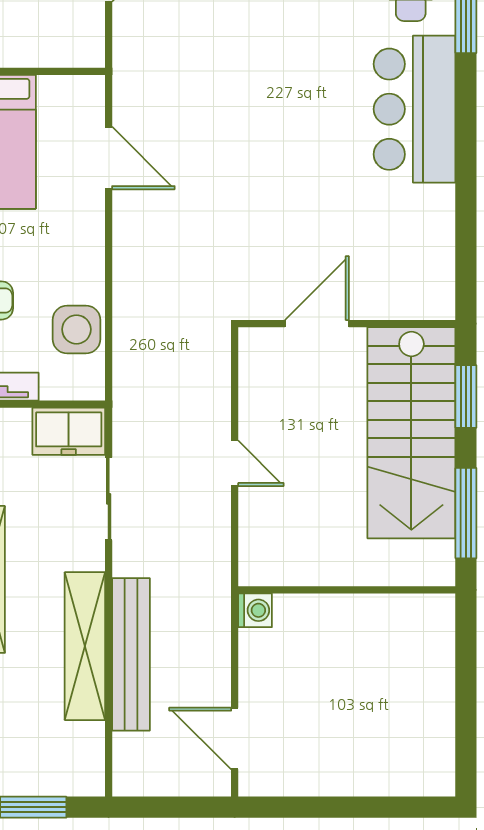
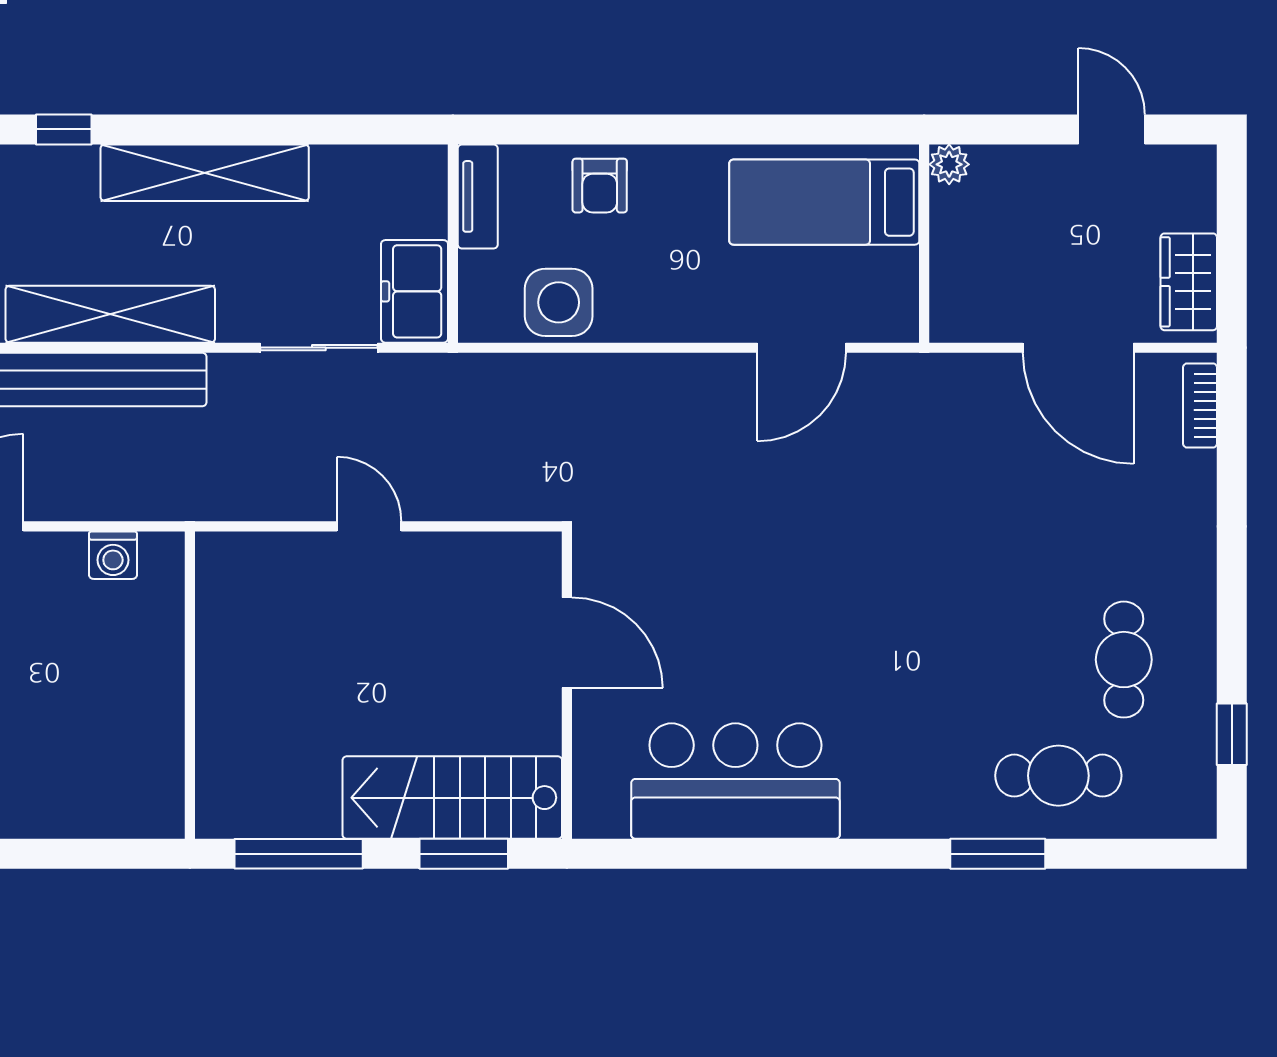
bar counter: (415, 109) -> (735, 781), moved
stairs: (411, 433) -> (452, 798), width x0.73, depth x0.66
door: (235, 463) -> (369, 526), swing flipped
washing machine: (255, 610) -> (113, 555), moved

